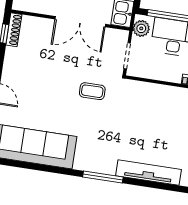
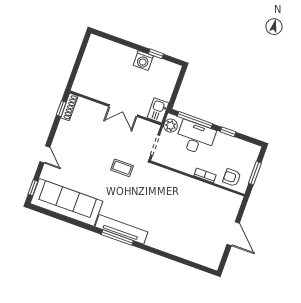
double door: (80, 22) -> (123, 111), width x0.73
tv unit: (148, 173) -> (121, 229), moved

